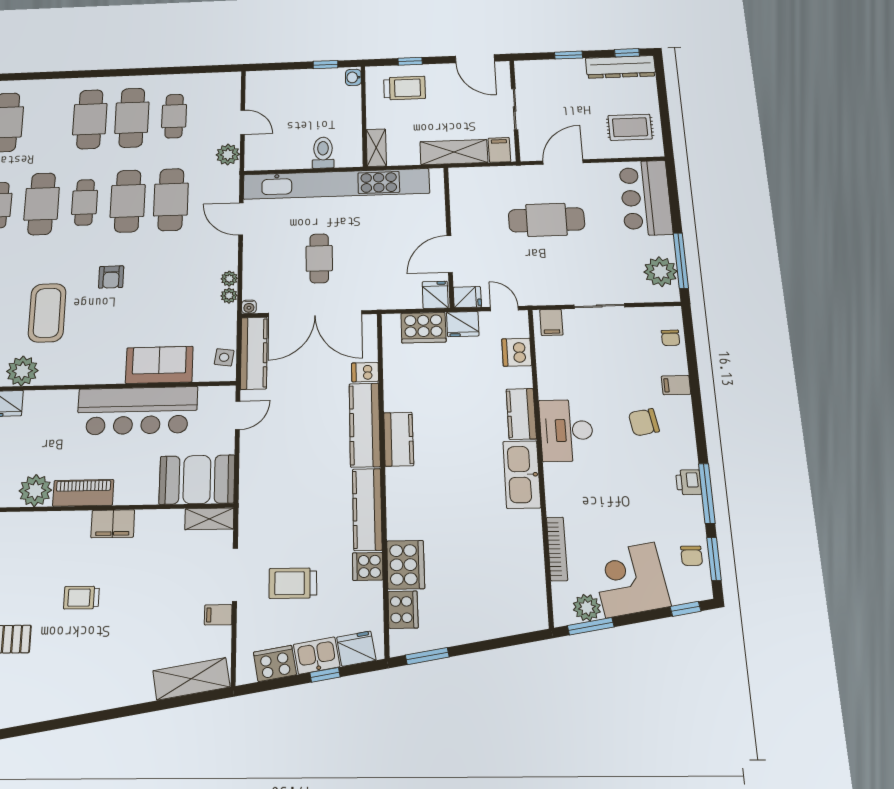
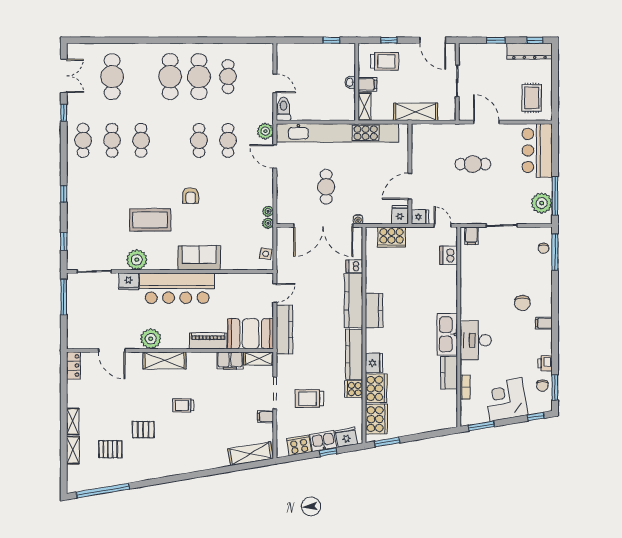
washbasin: (353, 77) -> (350, 82), moved
rug: (630, 127) -> (532, 98), turned 90
filing cabinet: (499, 150) -> (367, 84), moved, turned 90
toilet: (323, 153) -> (284, 109), moved
plant: (228, 155) -> (265, 131), moved
door: (563, 162) -> (486, 122), hinge flipped
cafe table: (171, 200) -> (228, 140), width x0.73, depth x0.74
cafe table: (128, 201) -> (199, 140), width x0.73, depth x0.74
cafe table: (85, 202) -> (170, 140), removed
cafe table: (42, 204) -> (141, 140), width x0.73, depth x0.74
cafe table: (546, 220) -> (473, 164), width x0.73, depth x0.74
plant: (229, 279) -> (268, 223), moved
water cooler: (249, 307) -> (358, 219), moved
coffee table: (47, 313) -> (150, 220), turned 90
fridge: (463, 324) -> (374, 363), moved, turned -90
kitchen counter: (254, 353) -> (284, 330), moved
sofa: (159, 365) -> (199, 258), moved
filing cabinet: (676, 385) -> (544, 323), moved
bar counter: (137, 411) -> (177, 288), moved
kitchen counter: (521, 414) -> (449, 373), moved
chair: (644, 422) -> (522, 303), turned -80
desk: (566, 430) -> (476, 340), moved
printer: (689, 482) -> (545, 363), moved
piano: (83, 493) -> (208, 341), moved
window: (707, 493) -> (555, 252), moved
filing cabinet: (113, 524) -> (230, 361), moved
shelving: (55, 525) -> (164, 360), added
bookcase: (557, 549) -> (465, 387), width x0.64
plant: (587, 608) -> (480, 415), removed
cooker: (403, 610) -> (376, 419), width x1.37, depth x1.31

